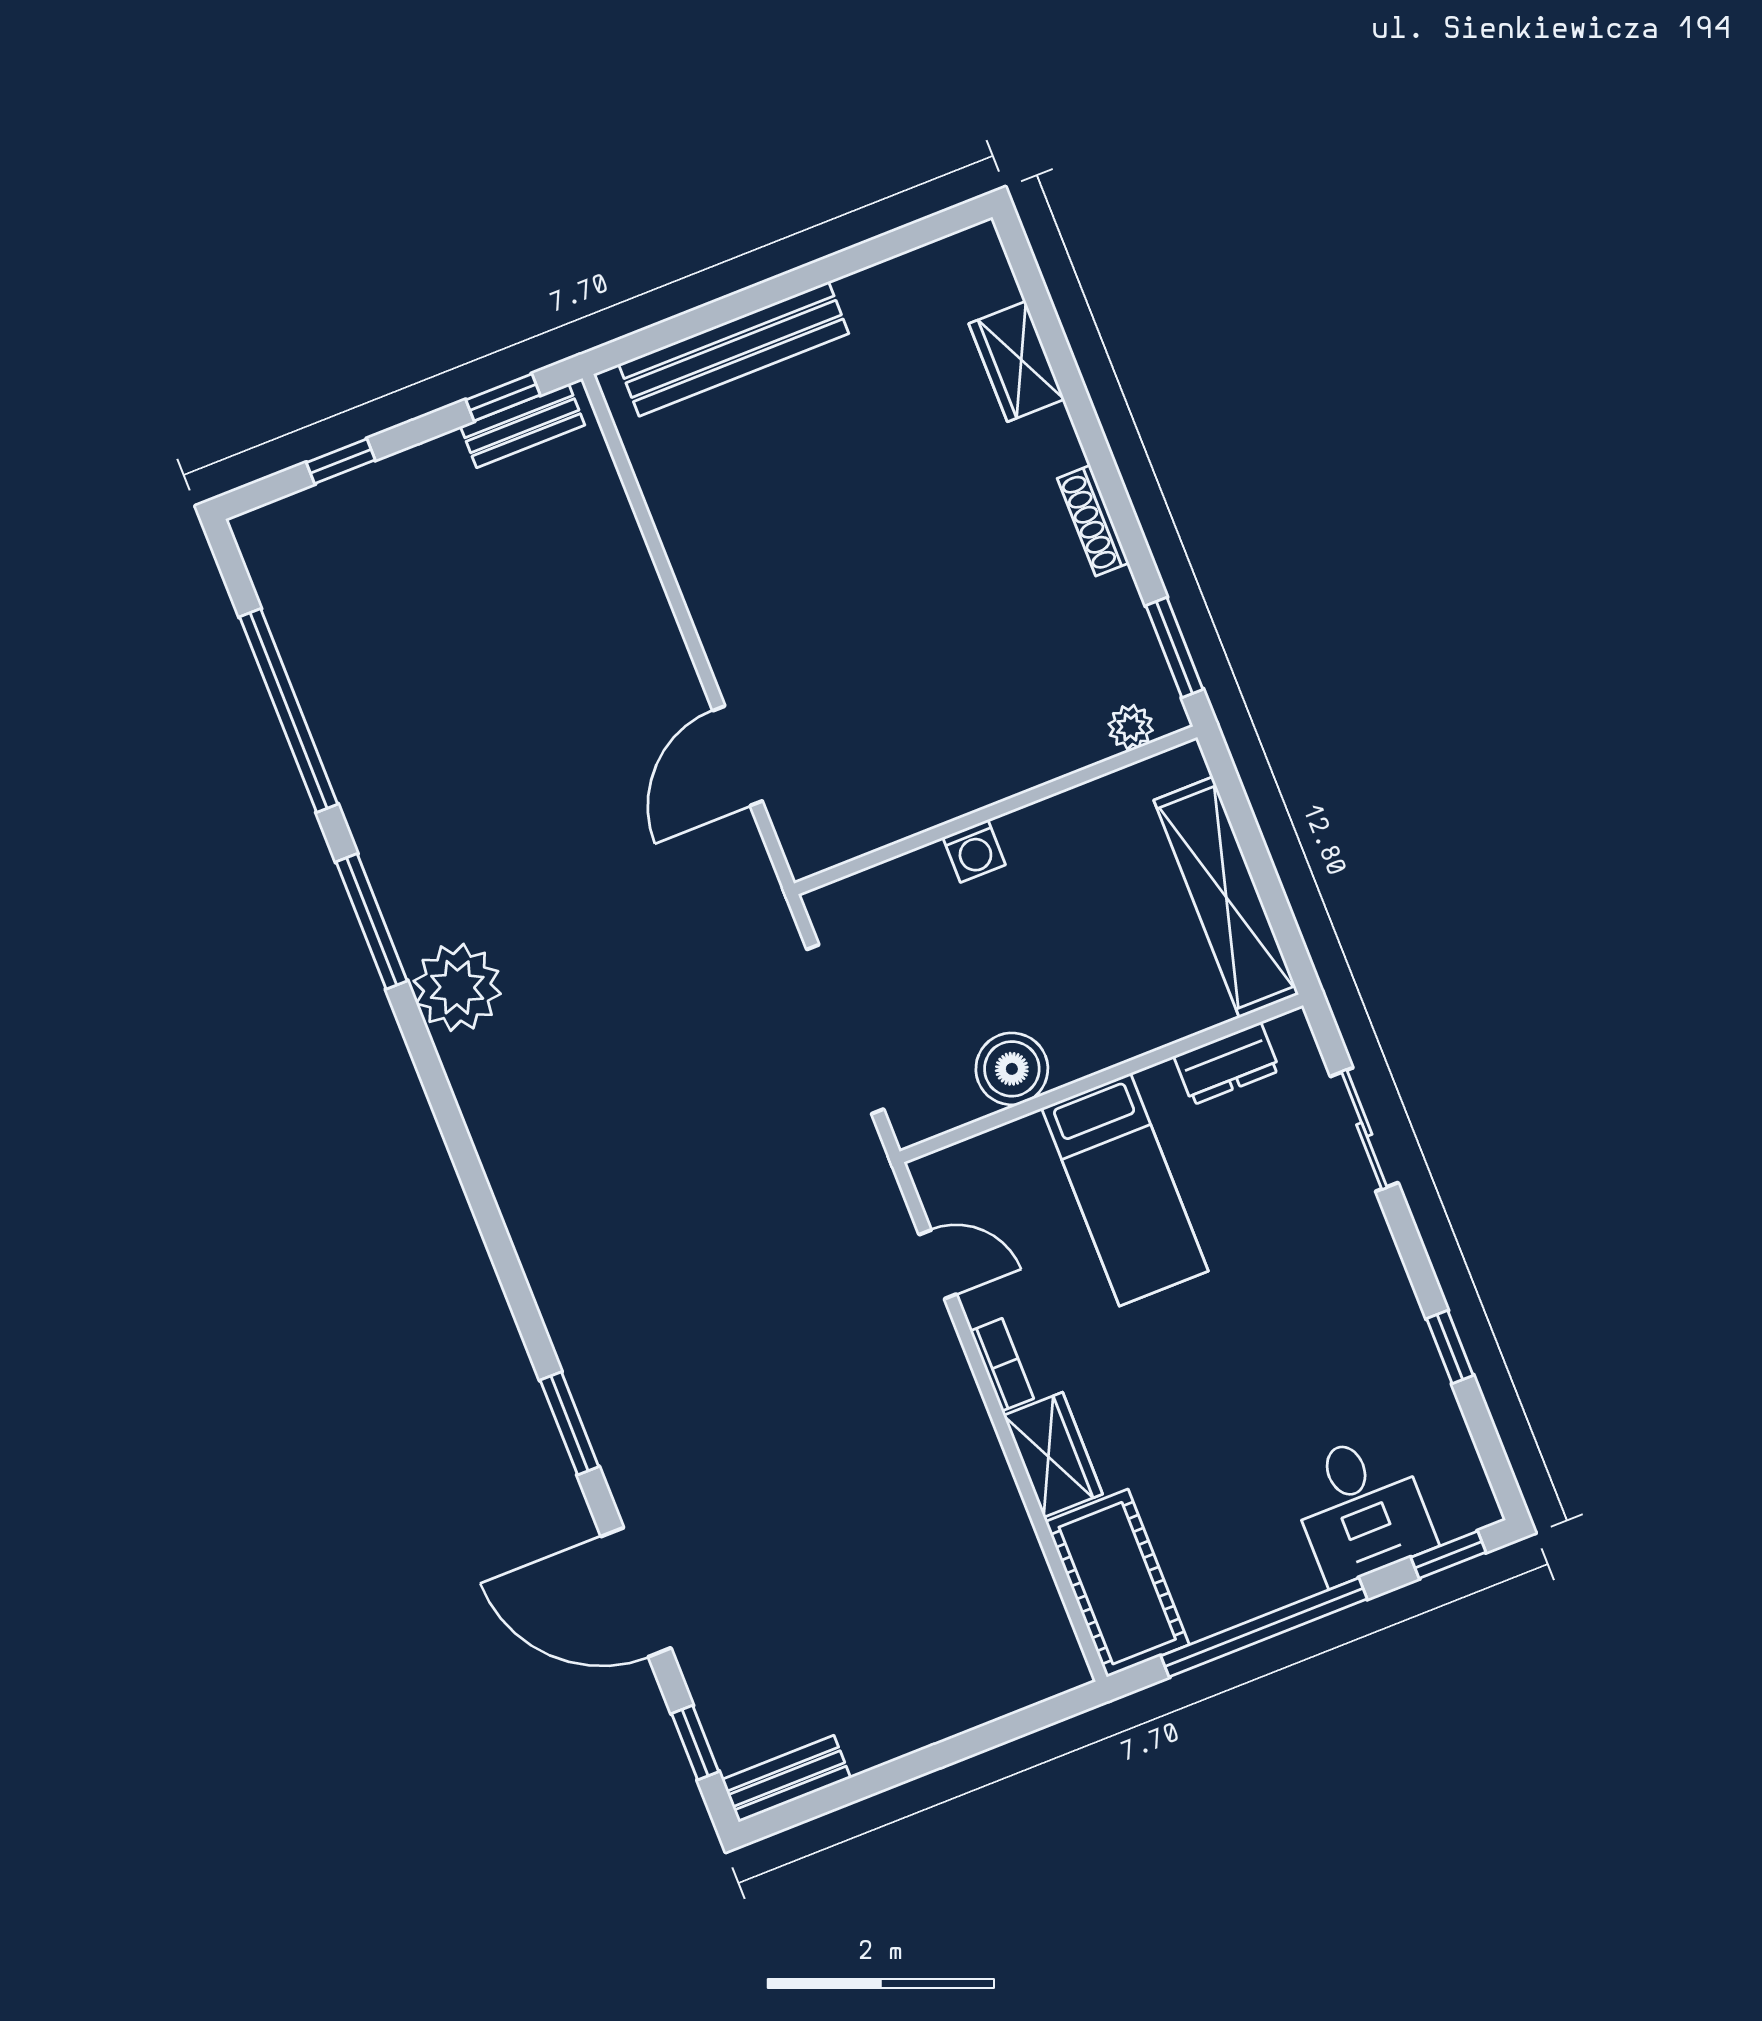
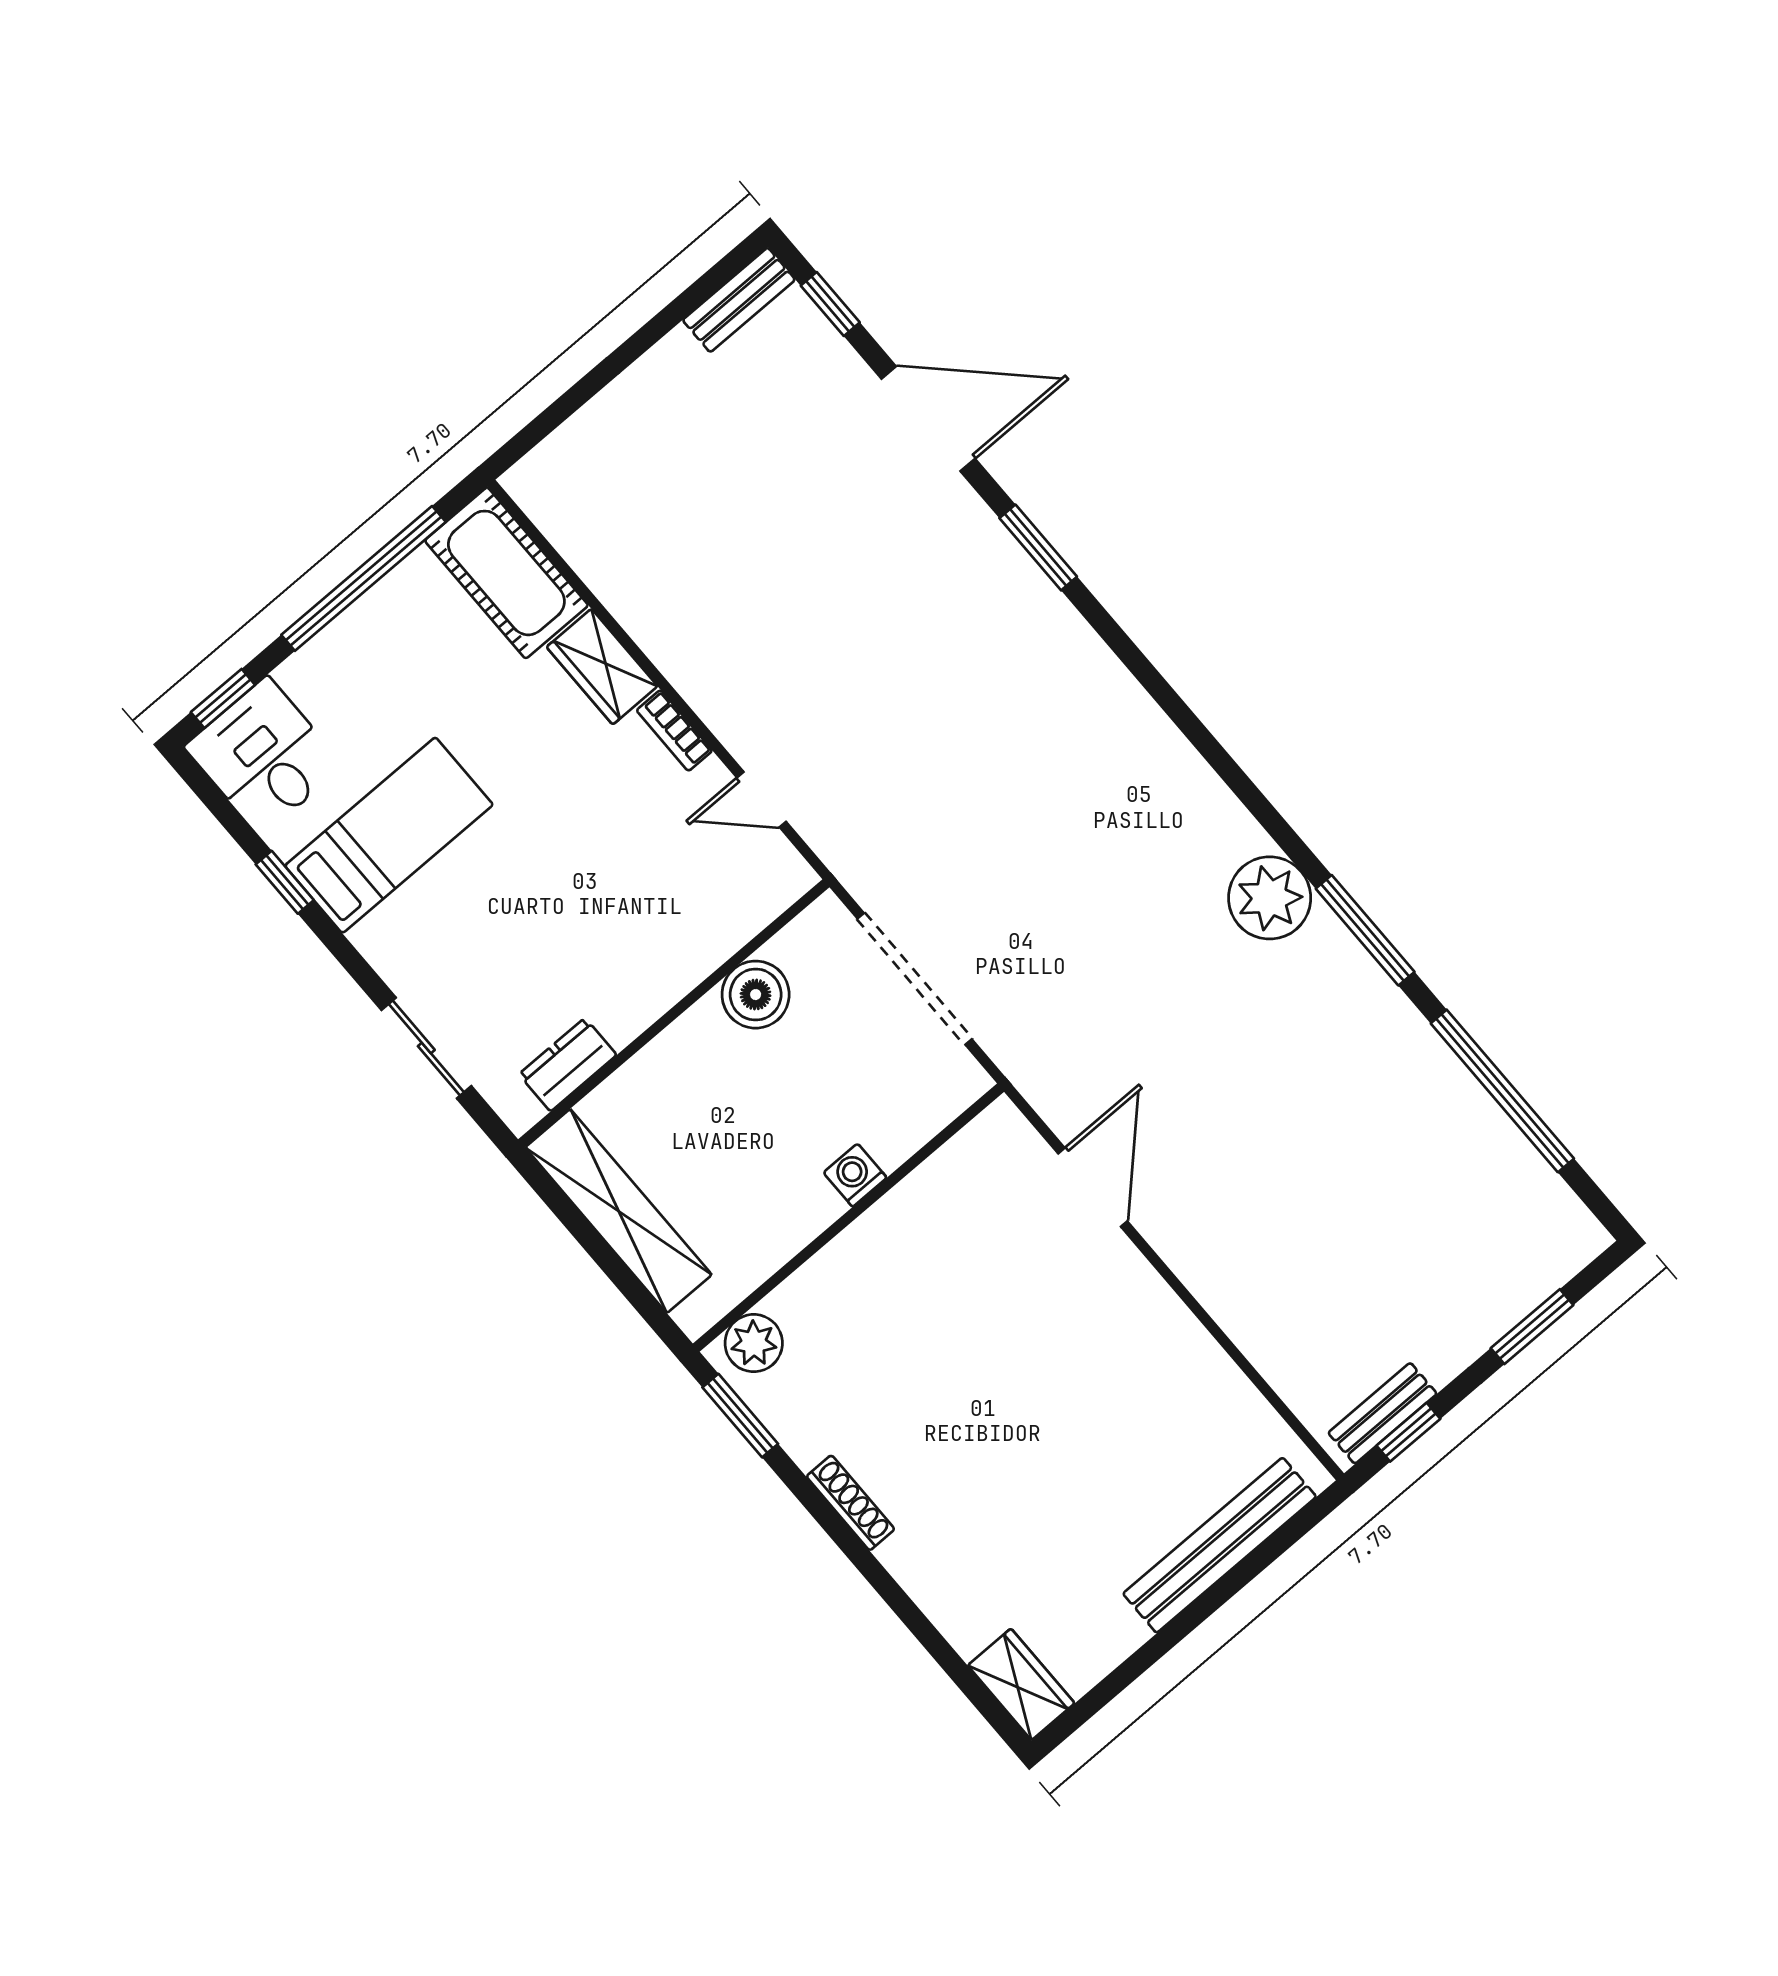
wardrobe: (1017, 361) -> (1021, 1684), moved
window: (341, 461) -> (1532, 1327), width x1.50
plant: (1131, 727) -> (754, 1343), width x1.38, depth x1.38
bed: (1125, 1190) -> (389, 835), moved, turned 90
desk: (1361, 1508) -> (264, 756), moved

